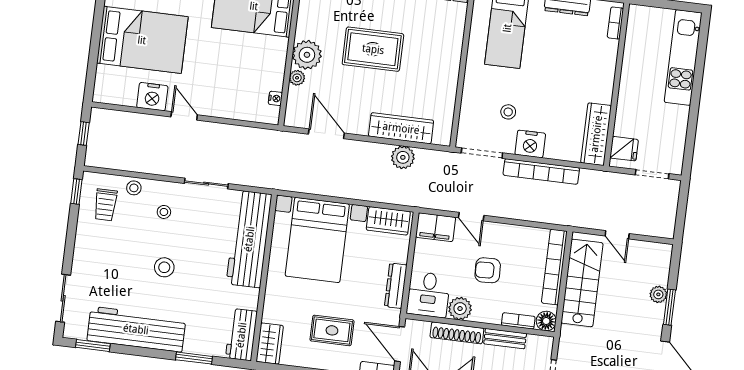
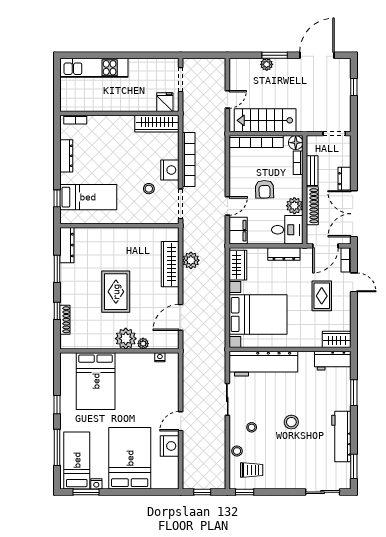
workbench: (136, 329) -> (341, 437), width x0.73, depth x0.76

